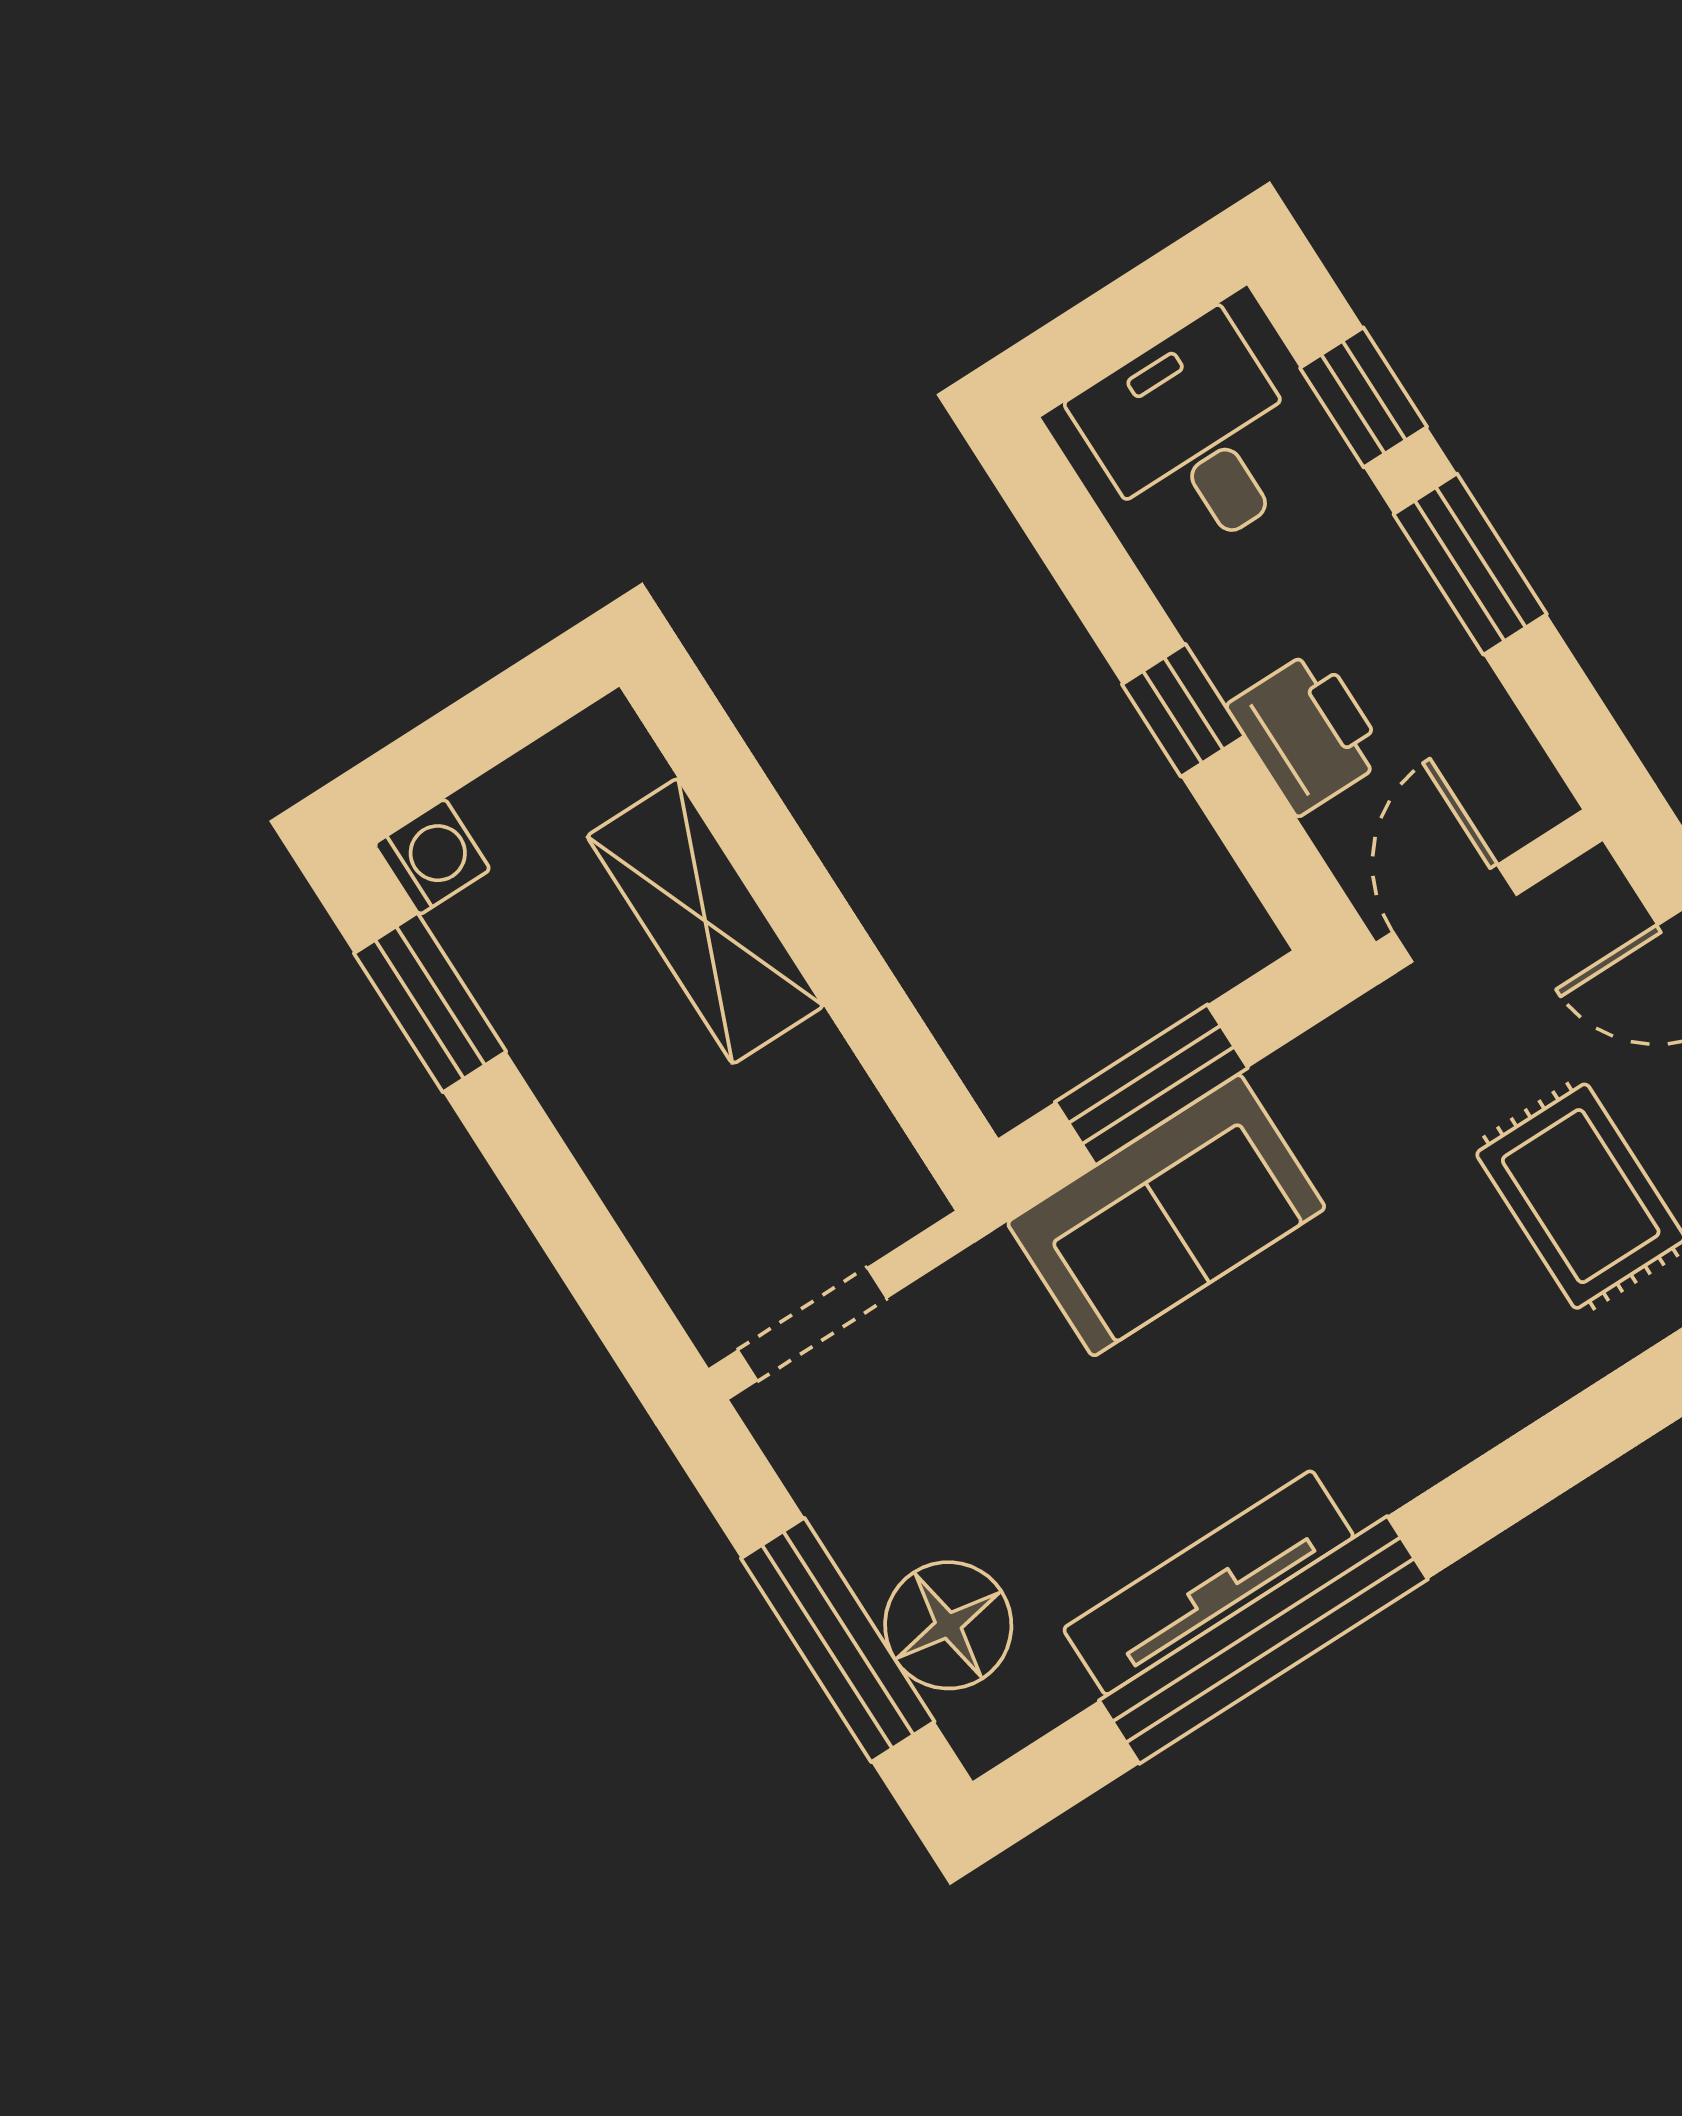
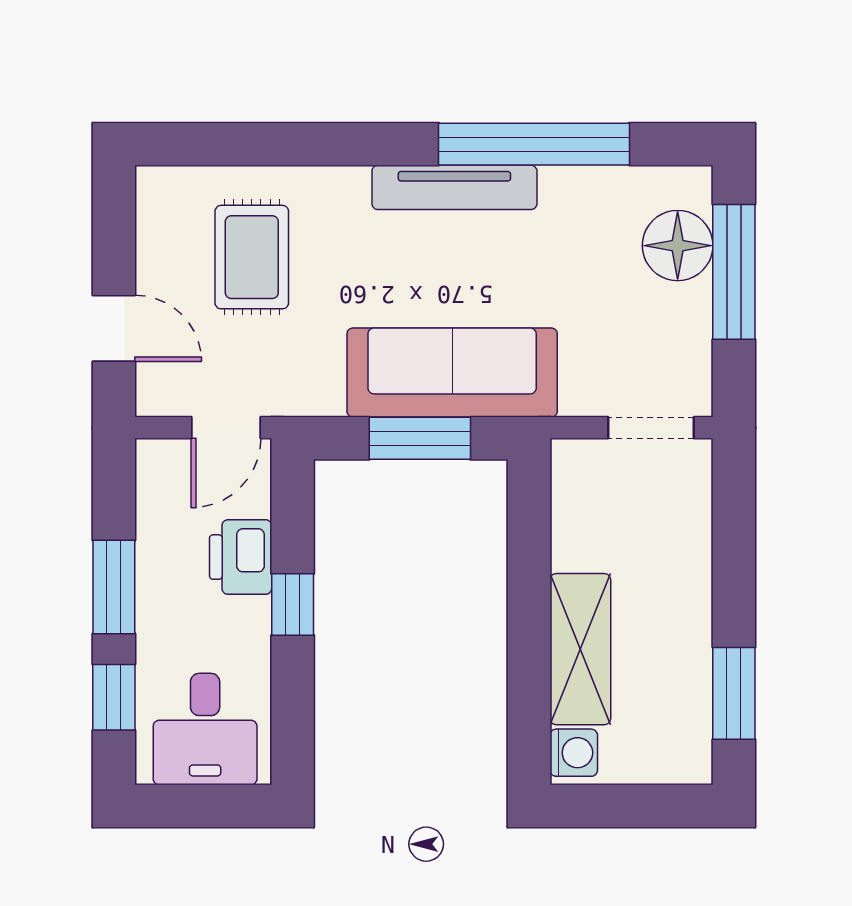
washing machine: (432, 857) -> (574, 753), moved, turned 180
sofa: (1166, 1215) -> (452, 373), width x1.36
tv unit: (1209, 1583) -> (454, 187), moved

